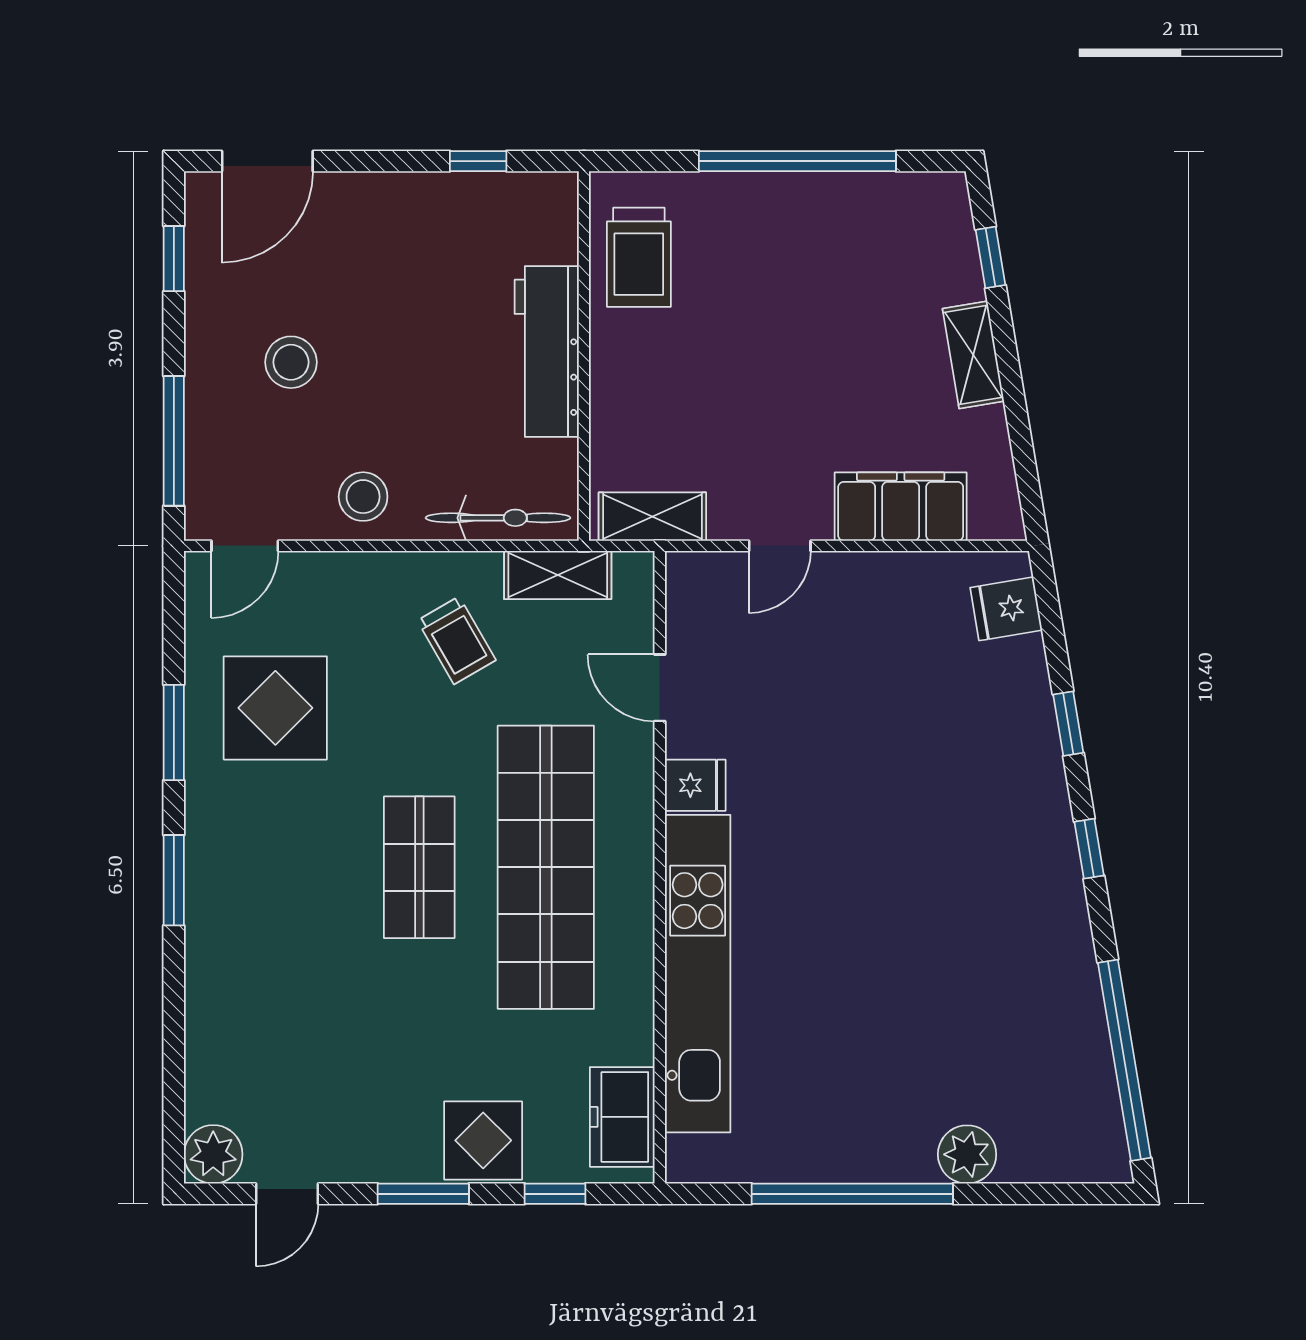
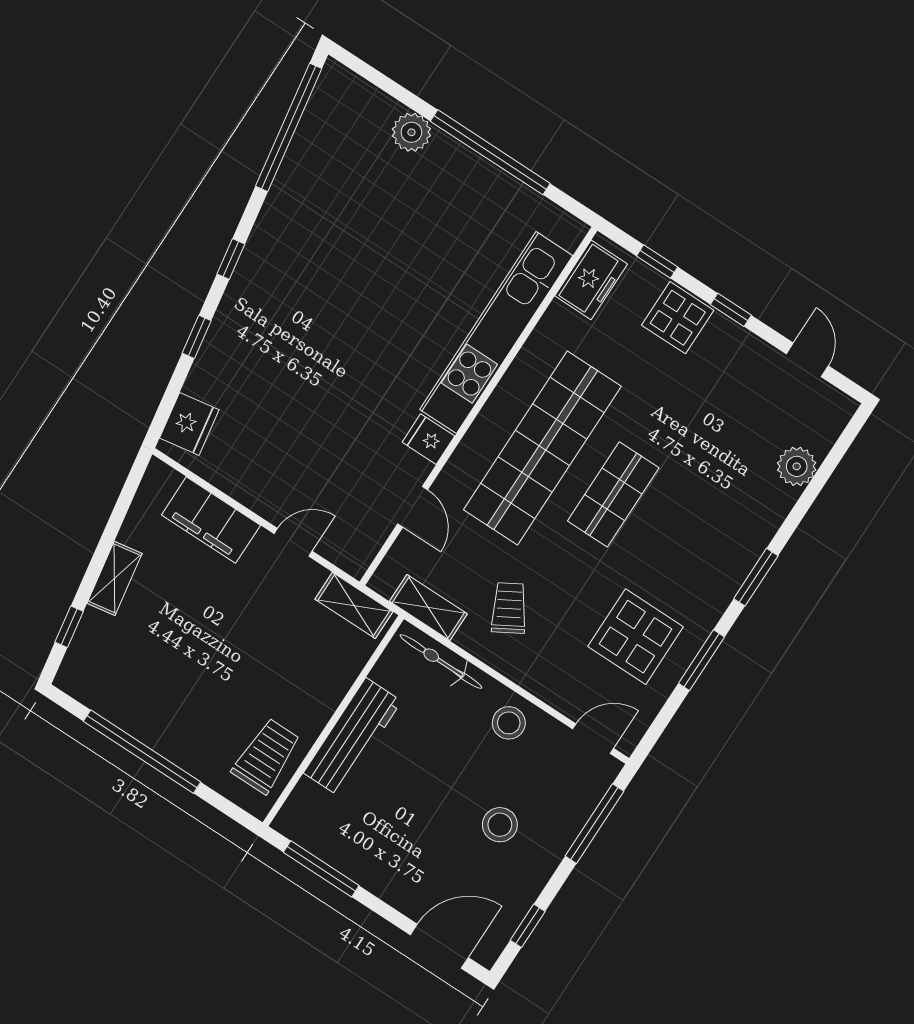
window: (478, 161) -> (321, 869), width x2.17
fridge: (1006, 609) -> (189, 424), width x1.38
plant: (213, 1154) -> (797, 466), moved
door: (287, 1194) -> (807, 360), hinge flipped
window: (423, 1194) -> (731, 310), width x0.67

